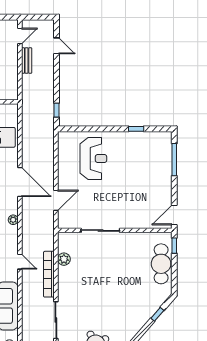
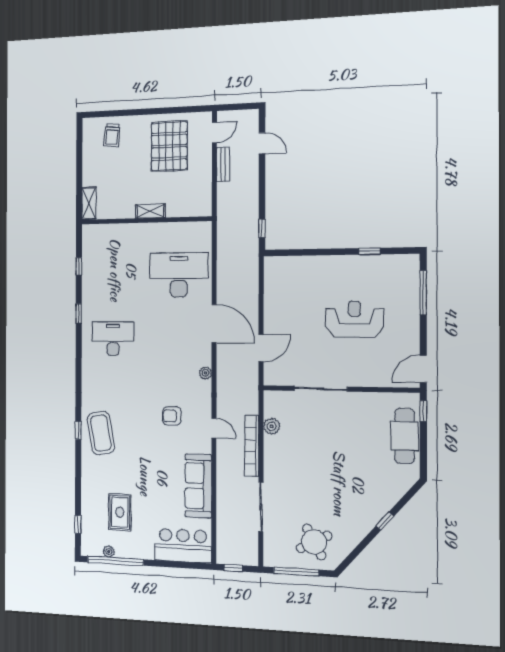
reception desk: (93, 158) -> (354, 319), moved, turned -90
window: (157, 314) -> (385, 521), moved

